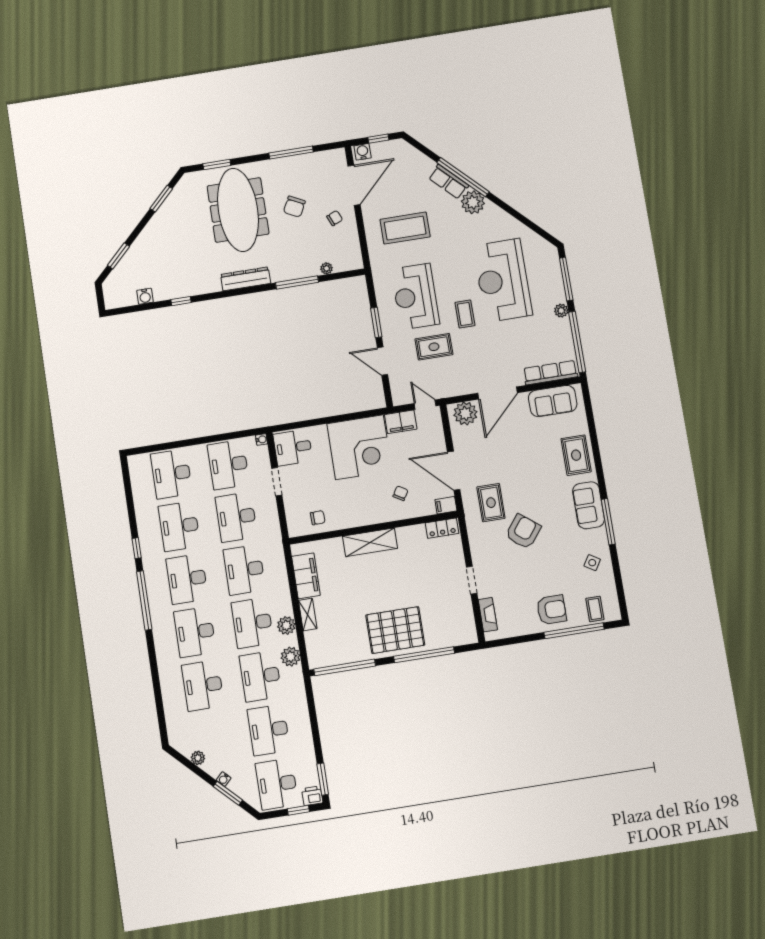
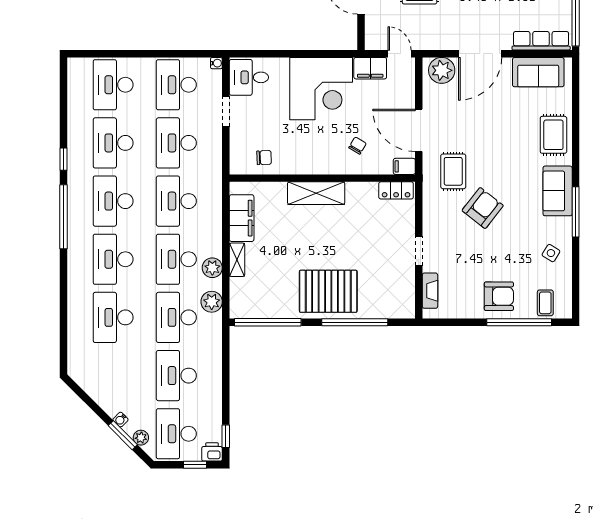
plant: (198, 758) -> (141, 438), moved
window: (323, 779) -> (226, 436), width x0.67

